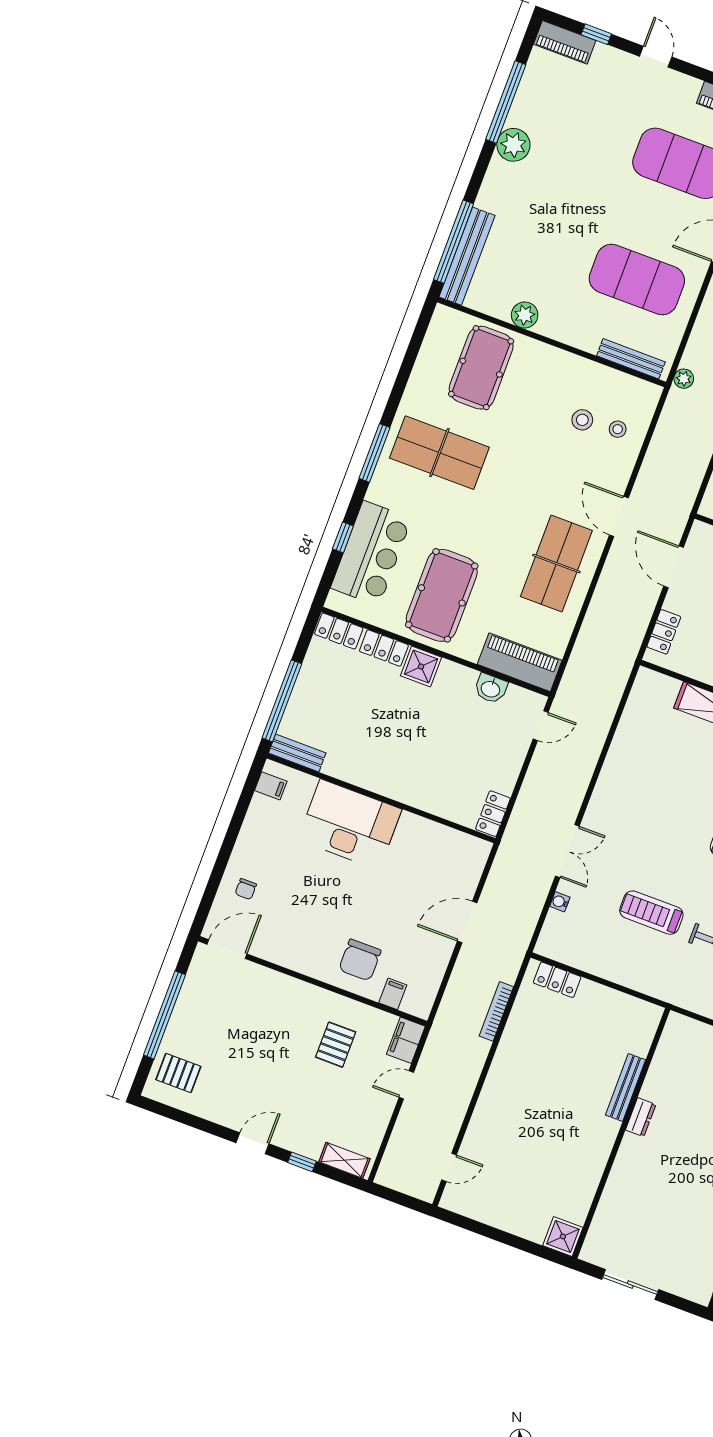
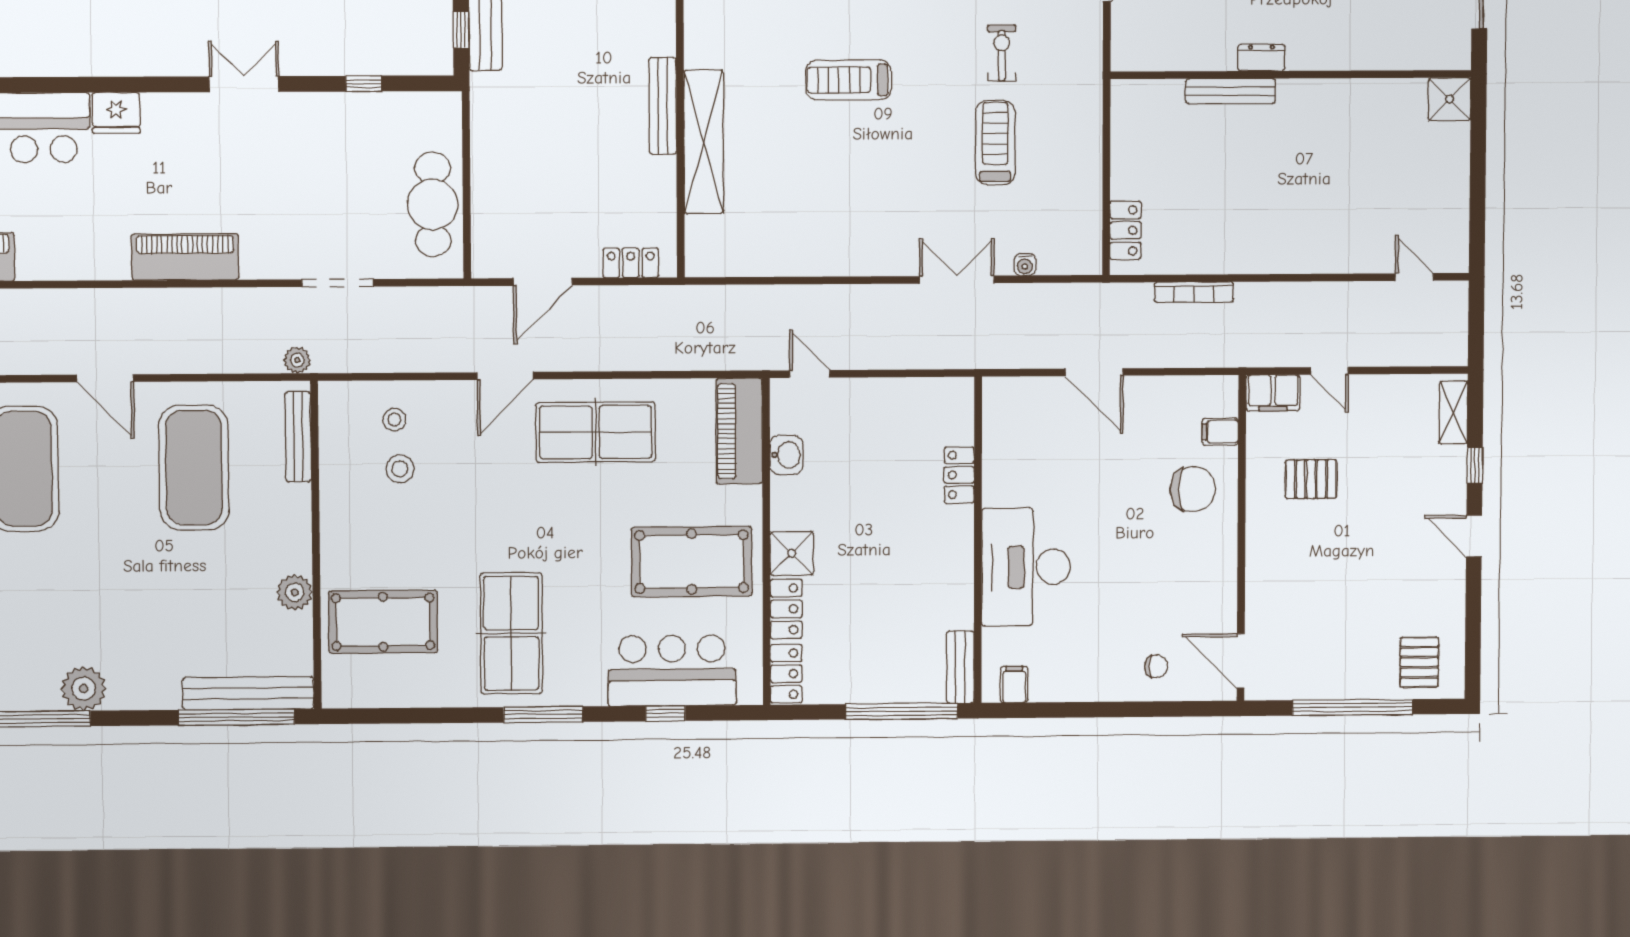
locker: (493, 814) -> (959, 475), moved, turned 90
treadmill: (651, 913) -> (995, 143), turned 180

